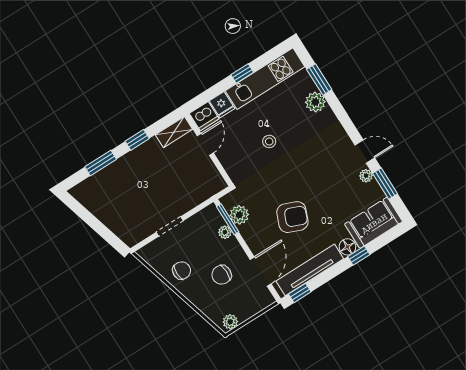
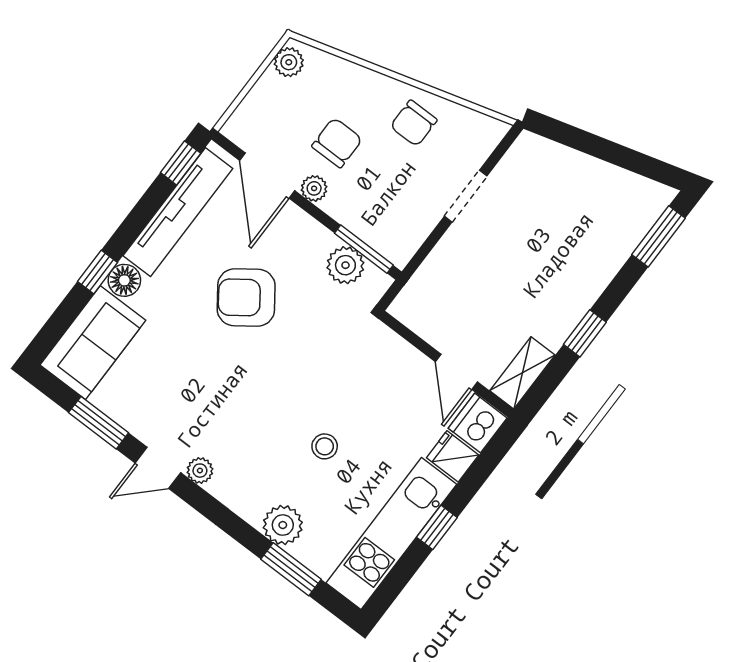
stool: (269, 141) -> (325, 446), moved
window: (101, 163) -> (659, 236), moved
plant: (366, 176) -> (200, 471), moved
armchair: (292, 217) -> (246, 297), turned 32
plant: (225, 232) -> (314, 188), moved

